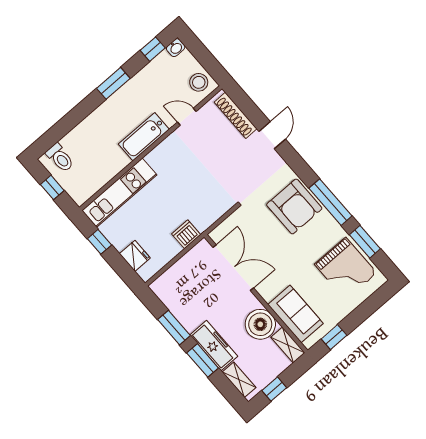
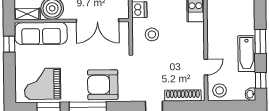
bathtub: (144, 137) -> (247, 54), moved, turned 180
stool: (200, 200) -> (152, 34), added
sofa: (296, 314) -> (41, 33), width x1.36

